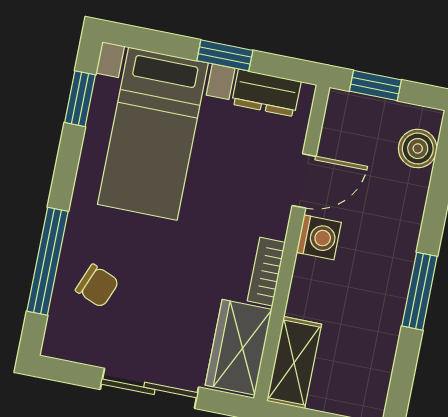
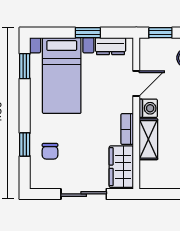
window: (48, 261) -> (25, 144), width x0.46
chair: (97, 286) -> (50, 151), turned 68
shelving: (294, 363) -> (148, 139), moved

